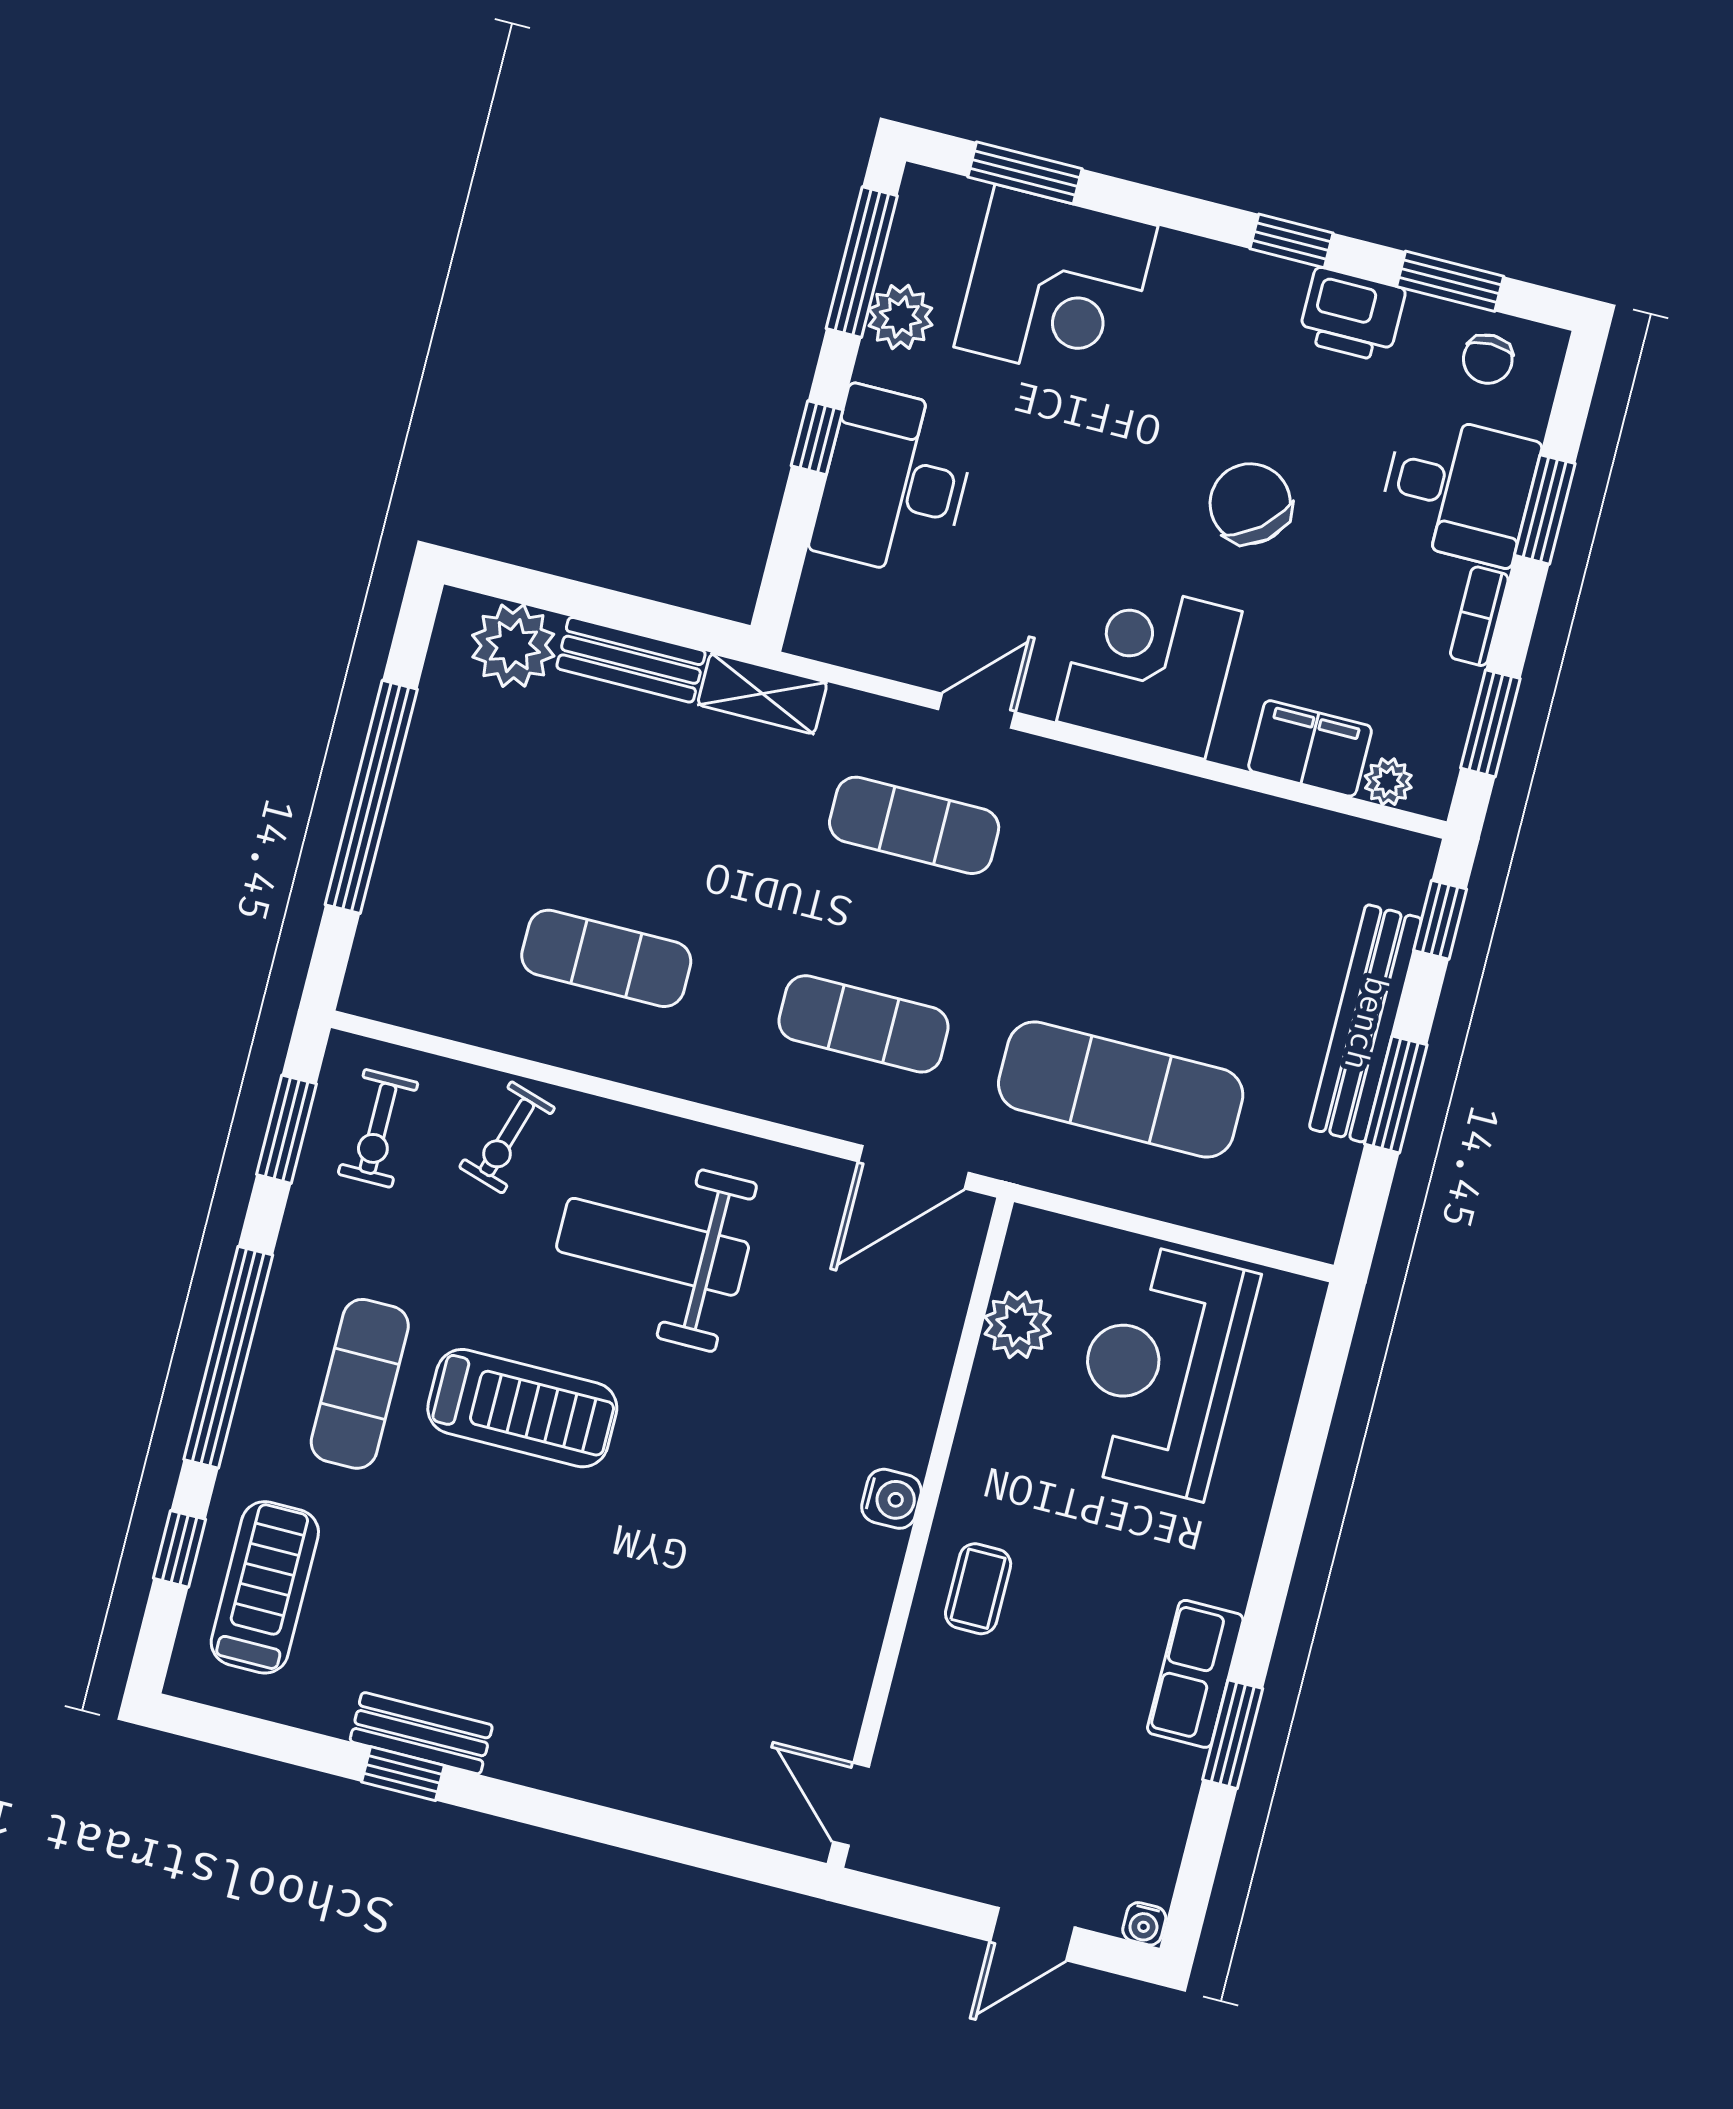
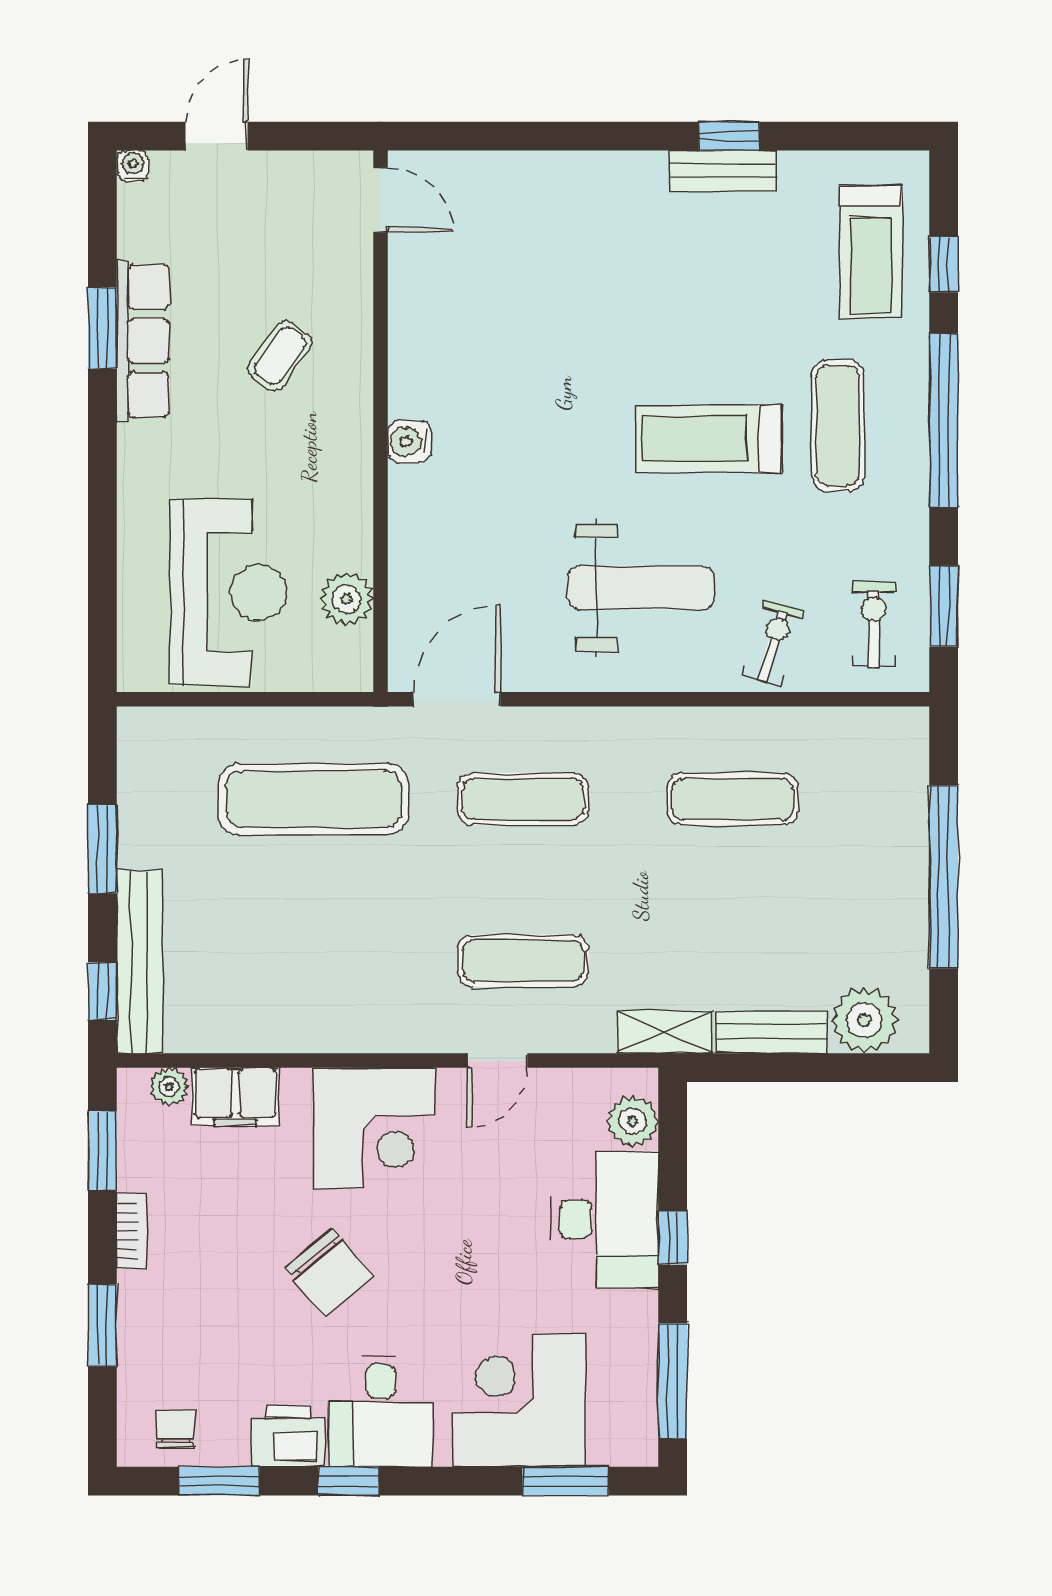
plant: (900, 317) -> (633, 1121), moved
desk: (1458, 489) -> (380, 1411), moved, turned -90
bench: (1365, 1023) -> (139, 962), moved
coffee table: (978, 1589) -> (280, 356), moved, turned 36
row of seats: (1195, 1674) -> (143, 341), width x1.48

